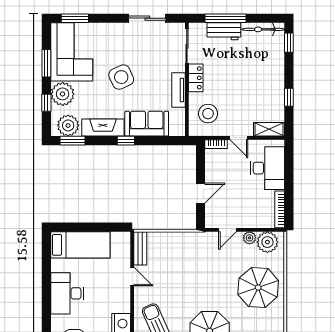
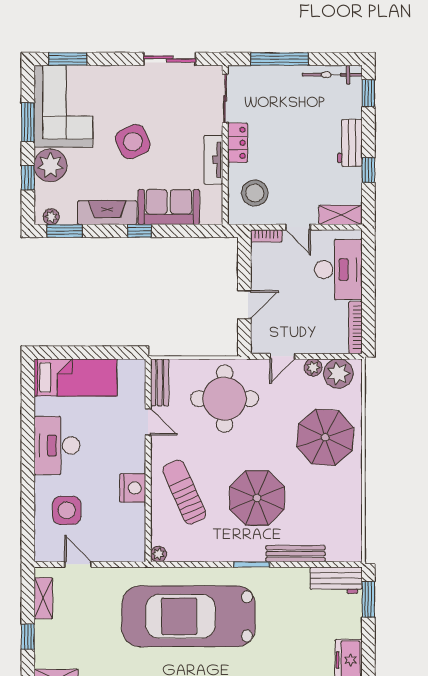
workbench: (224, 31) -> (350, 143), moved, turned 90
plant: (68, 125) -> (51, 217), width x0.53, depth x0.53
round table: (186, 260) -> (225, 399), added

